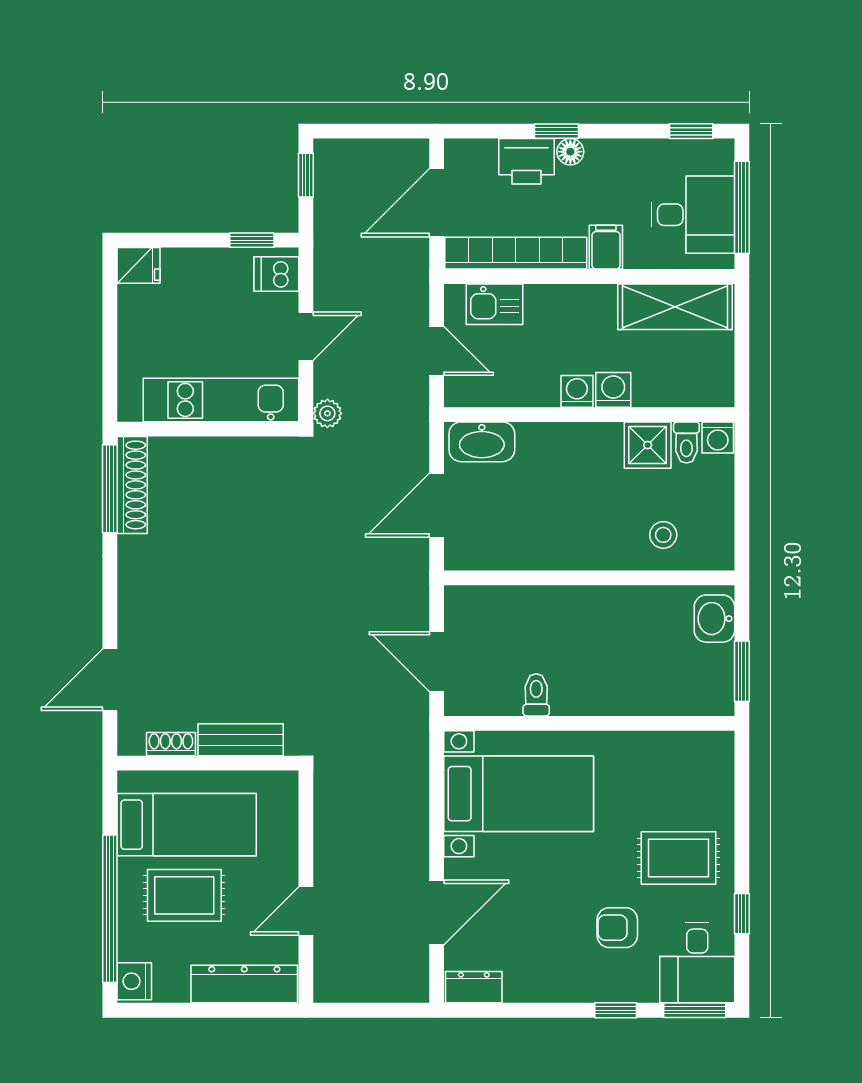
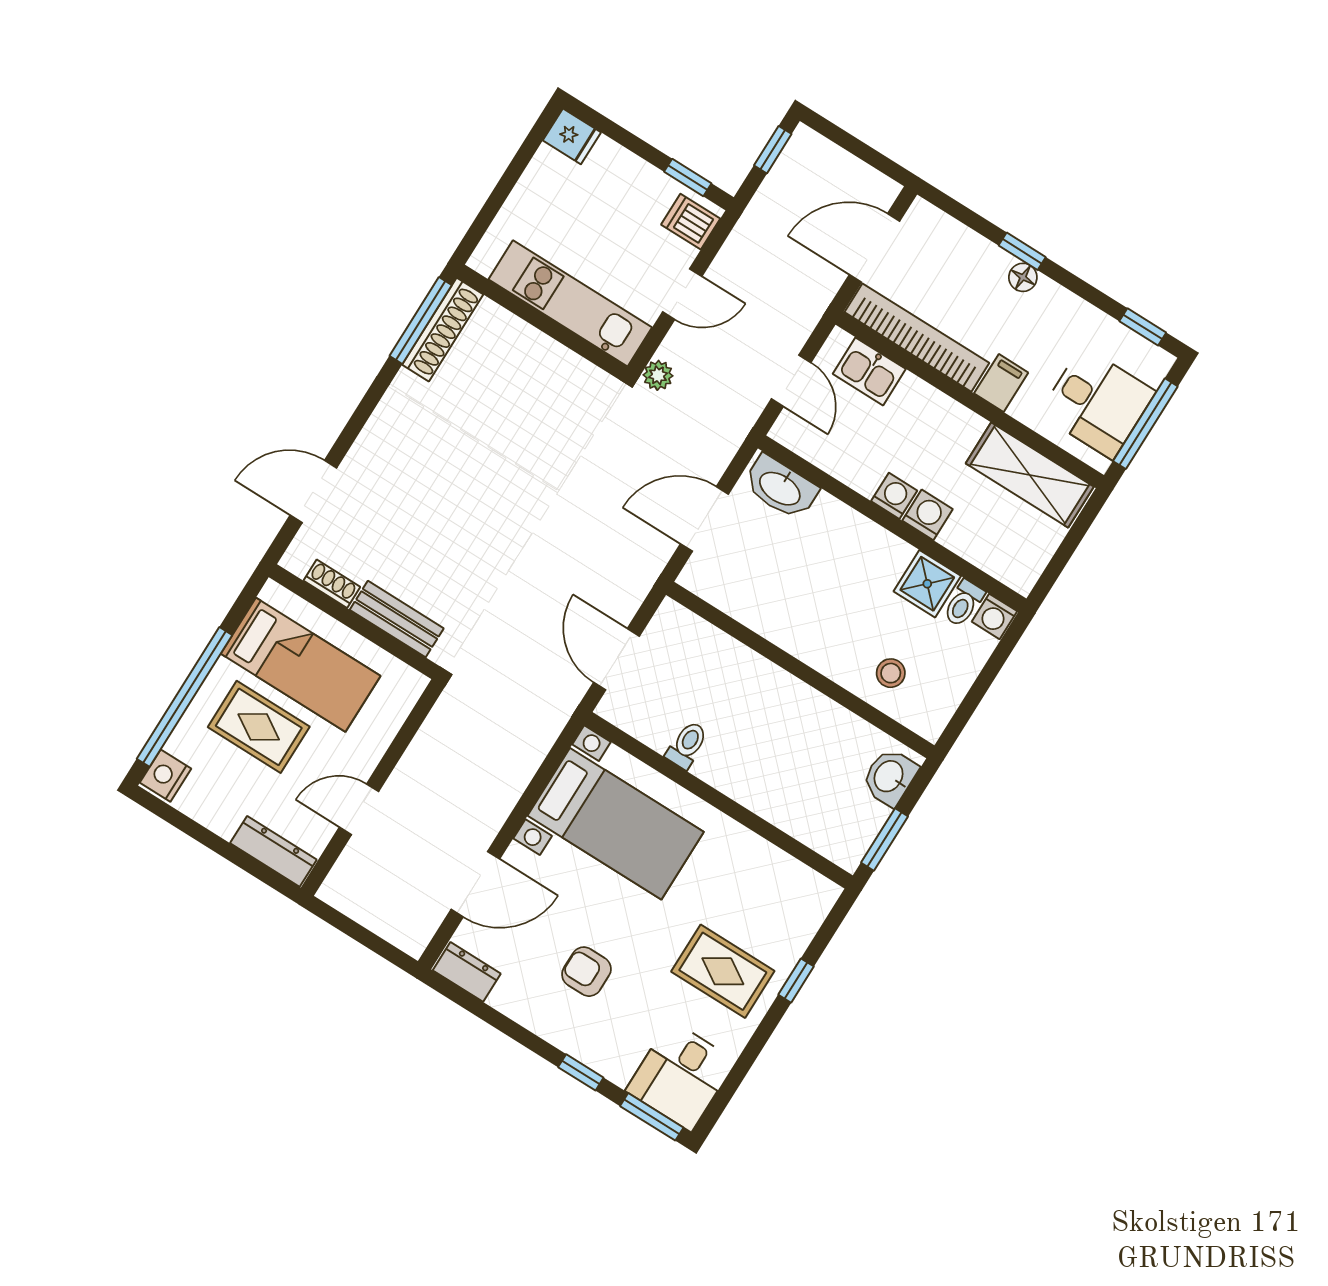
printer: (526, 161) -> (978, 261), removed
window: (742, 914) -> (796, 981), moved
armchair: (617, 928) -> (586, 972), moved
dresser: (244, 984) -> (273, 851), width x0.73, depth x0.80

